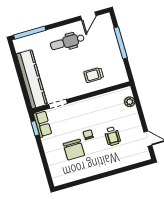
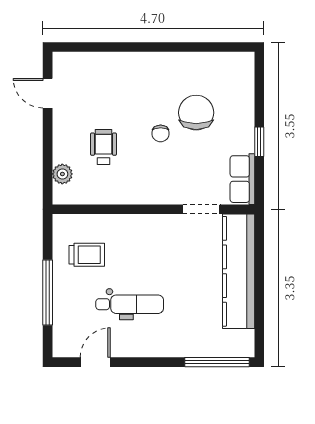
dental chair: (67, 42) -> (130, 304), moved
trolley: (94, 75) -> (87, 255), moved
window: (35, 128) -> (259, 142), moved
wheelchair: (113, 136) -> (103, 147), moved

